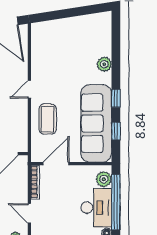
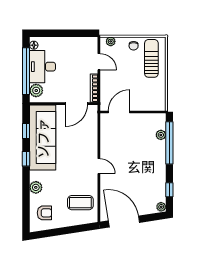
armchair: (94, 34) -> (44, 213), added
door: (29, 89) -> (99, 166), hinge flipped
coffee table: (48, 119) -> (80, 203), moved, turned 90

